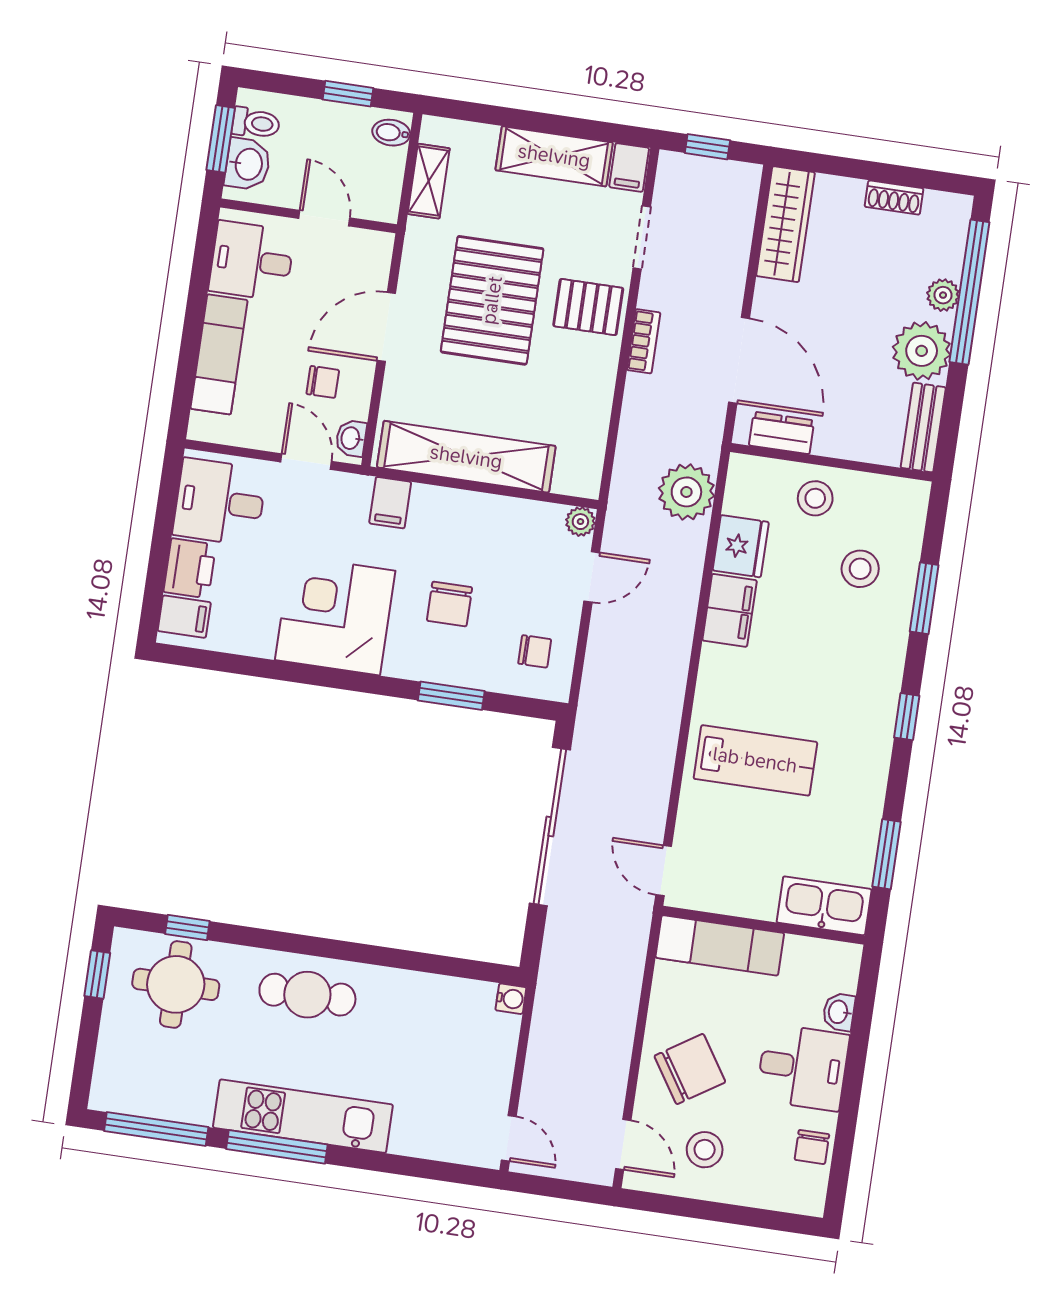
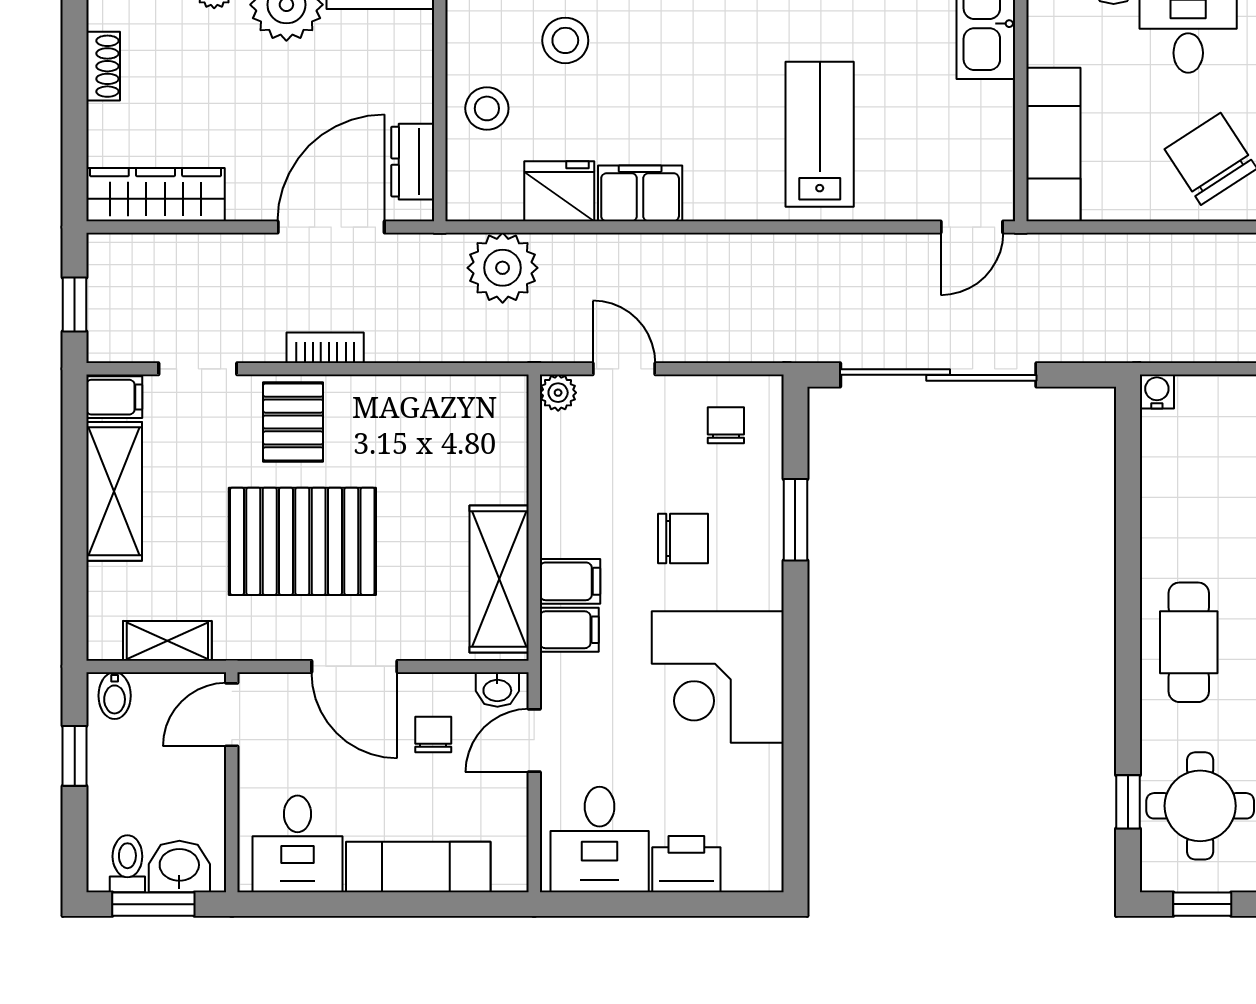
door: (324, 218) -> (232, 715), moved
shelving: (466, 457) -> (499, 579), width x0.68
filing cabinet: (184, 617) -> (570, 581), moved, turned 90

